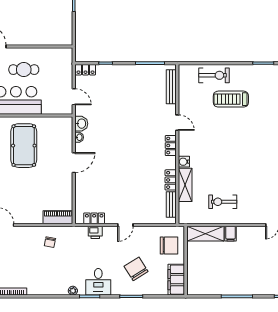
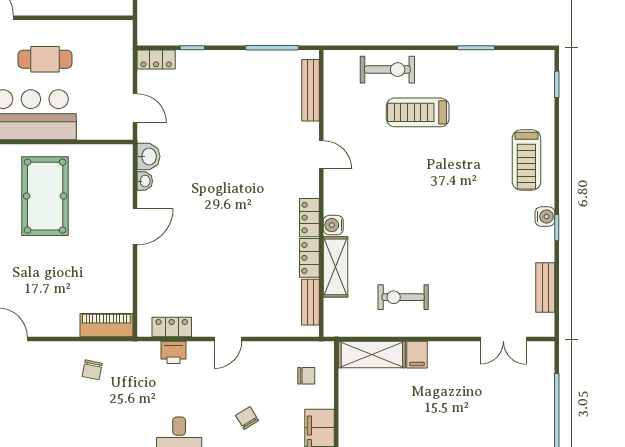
locker: (171, 146) -> (309, 218), moved
chair: (169, 245) -> (306, 376), width x0.54, depth x0.54
chair: (136, 269) -> (247, 418), width x0.54, depth x0.54

